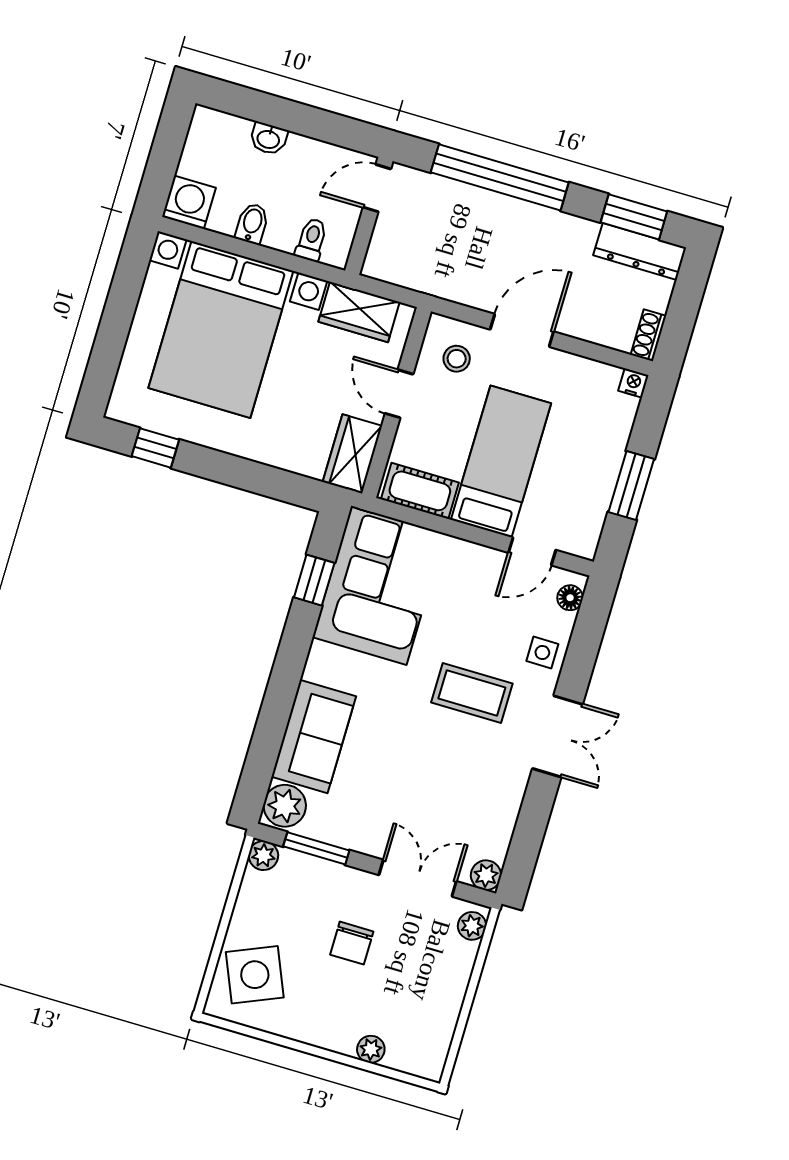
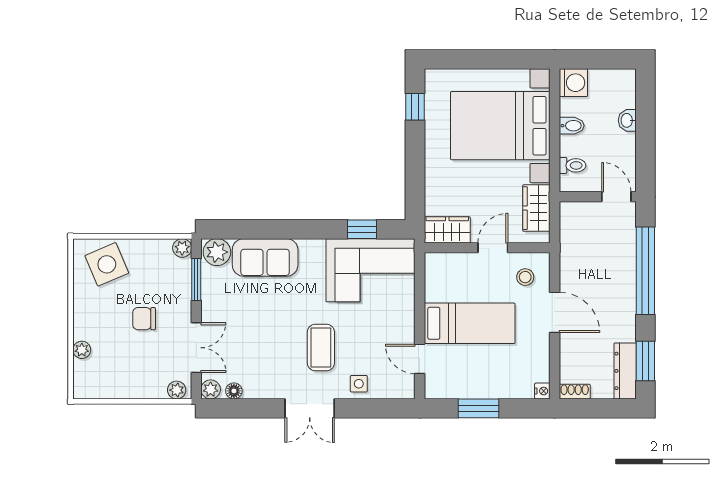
cot: (420, 491) -> (437, 278), removed
floor lamp: (570, 598) -> (234, 391), moved

